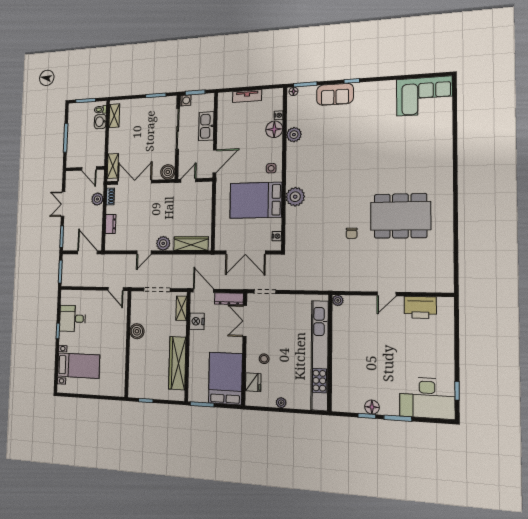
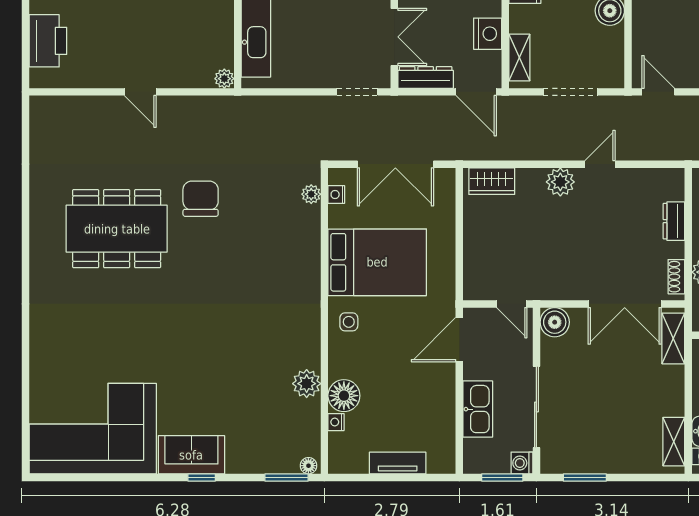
sofa: (335, 94) -> (191, 455), moved
corner sofa: (424, 96) -> (93, 429), width x1.36, depth x1.36
door: (188, 180) -> (512, 304), hinge flipped
plant: (295, 197) -> (311, 194), moved, width x0.53, depth x0.53
chair: (352, 233) -> (201, 199), width x1.87, depth x1.87
wardrobe: (191, 244) -> (492, 181), width x0.67
double door: (245, 252) -> (395, 164), swing flipped
door: (387, 294) -> (140, 92), swing flipped
printer: (420, 307) -> (48, 41), moved, turned 90

